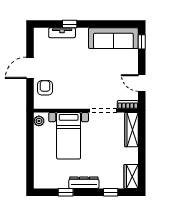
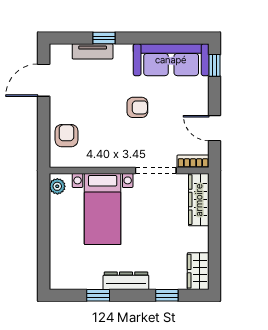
door: (30, 68) -> (44, 80), moved
armchair: (91, 69) -> (137, 107), added

